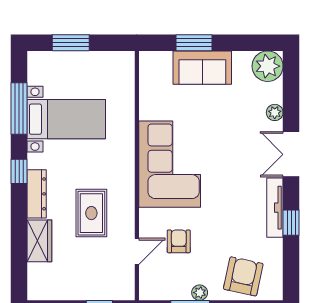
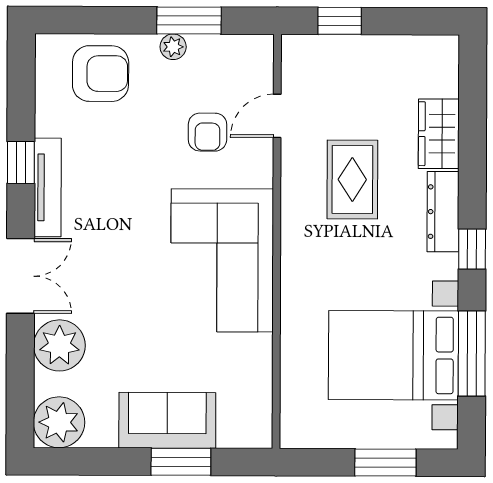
plant: (275, 112) -> (59, 345), width x1.88, depth x1.88
bed with nightstands: (66, 119) -> (393, 355), width x1.36
armchair: (243, 276) -> (101, 74), turned -102

